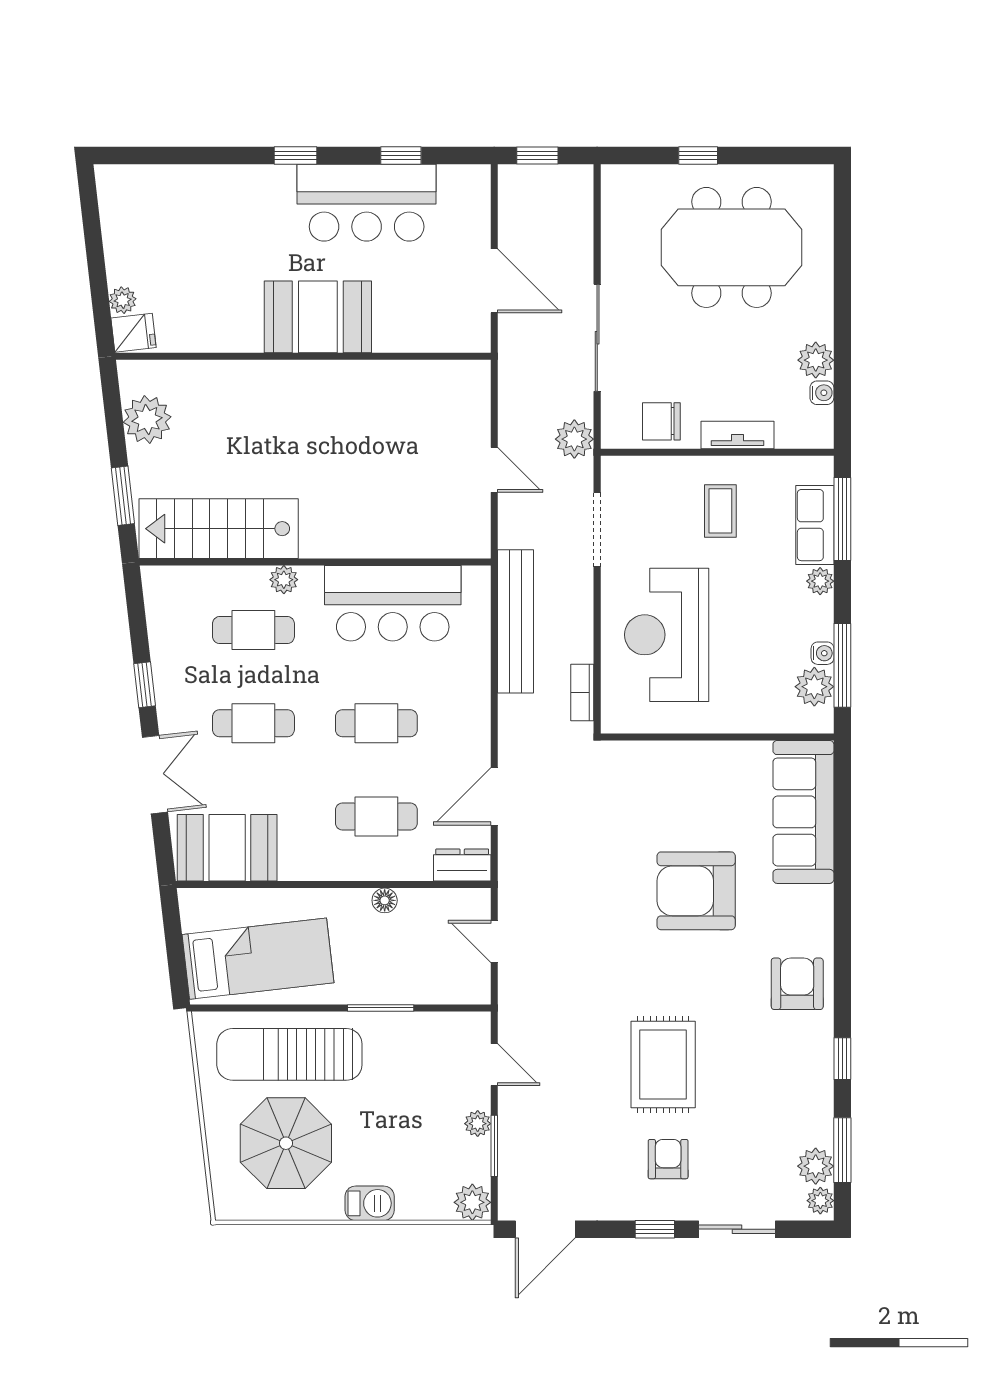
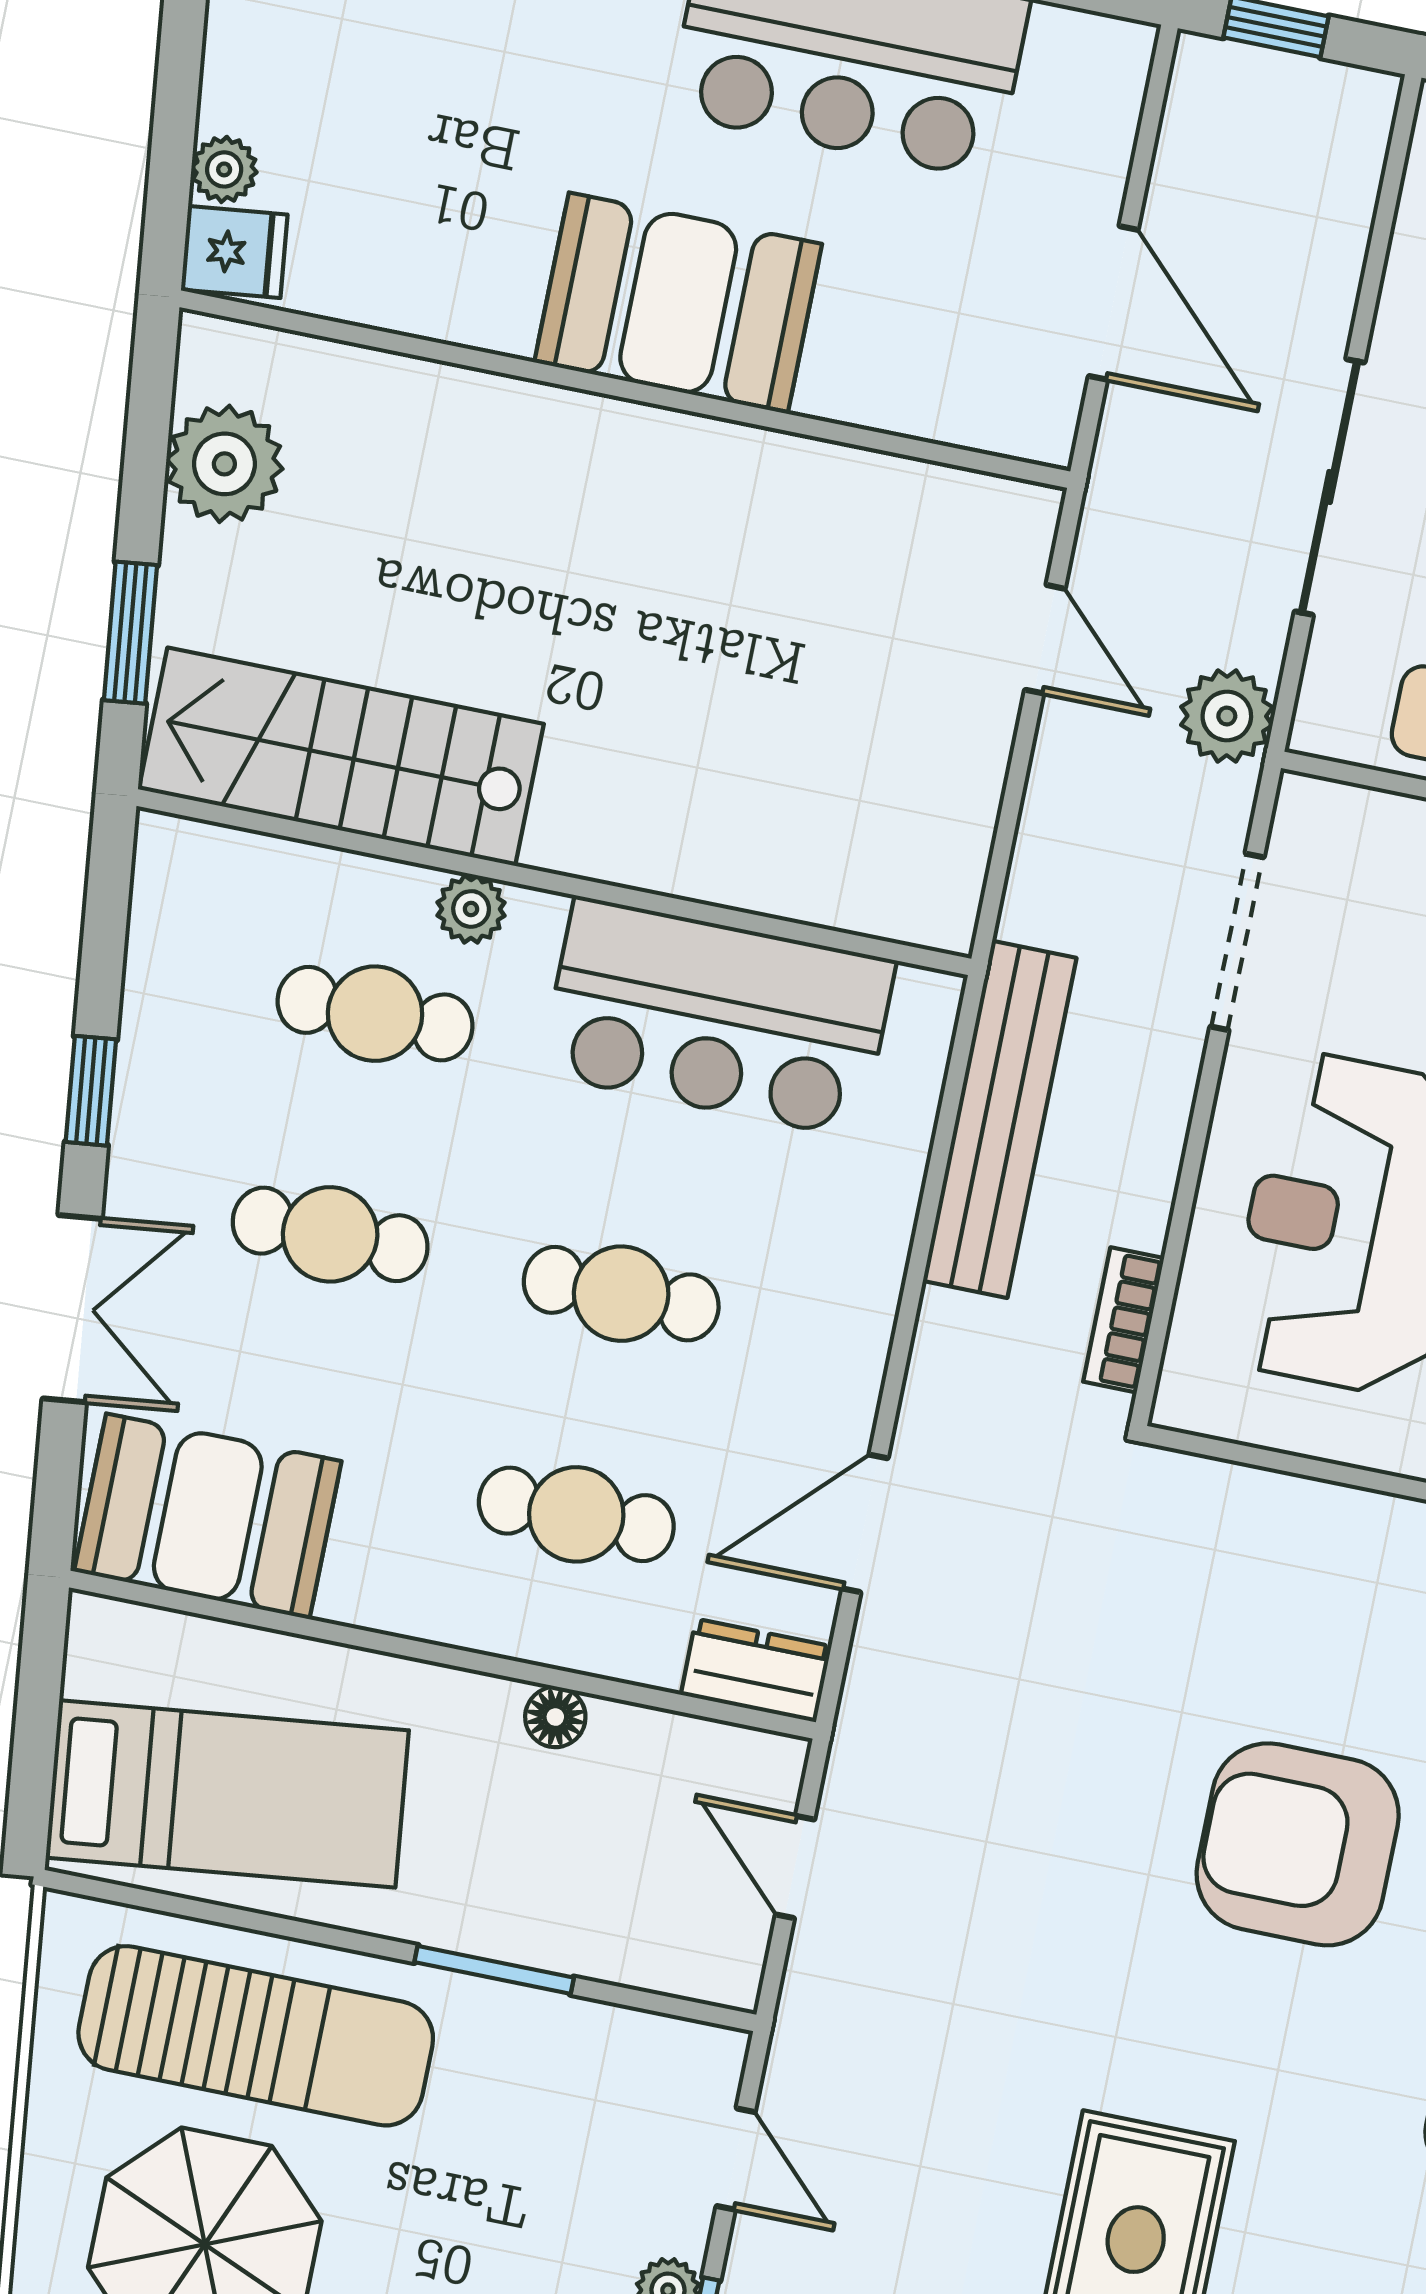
door: (494, 470) -> (1045, 639), moved
sun lounger: (289, 1054) -> (256, 2036), turned 180

